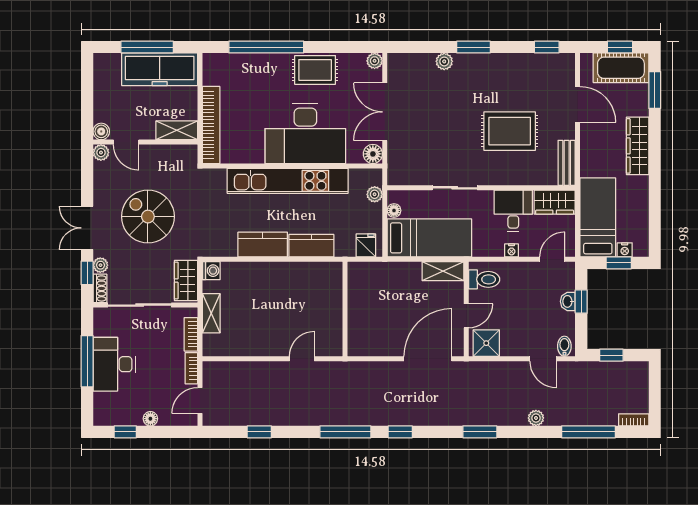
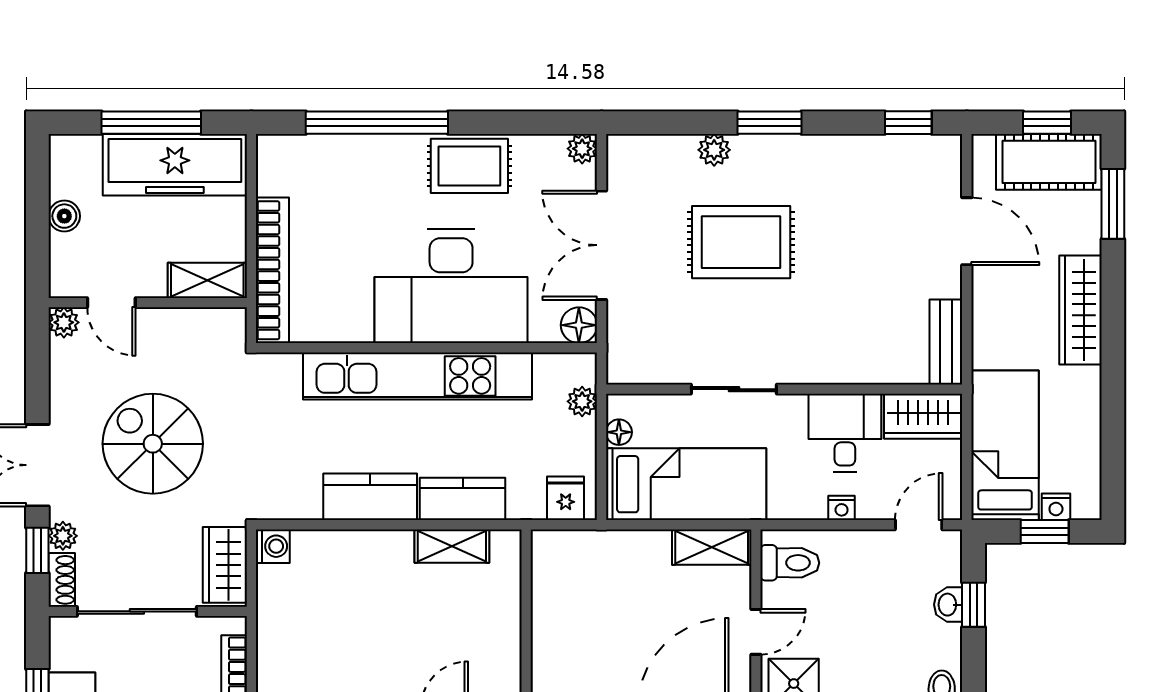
boiler: (101, 131) -> (64, 216), moved
rug: (510, 131) -> (741, 242), moved
shelving: (211, 313) -> (452, 546), moved, turned 90

